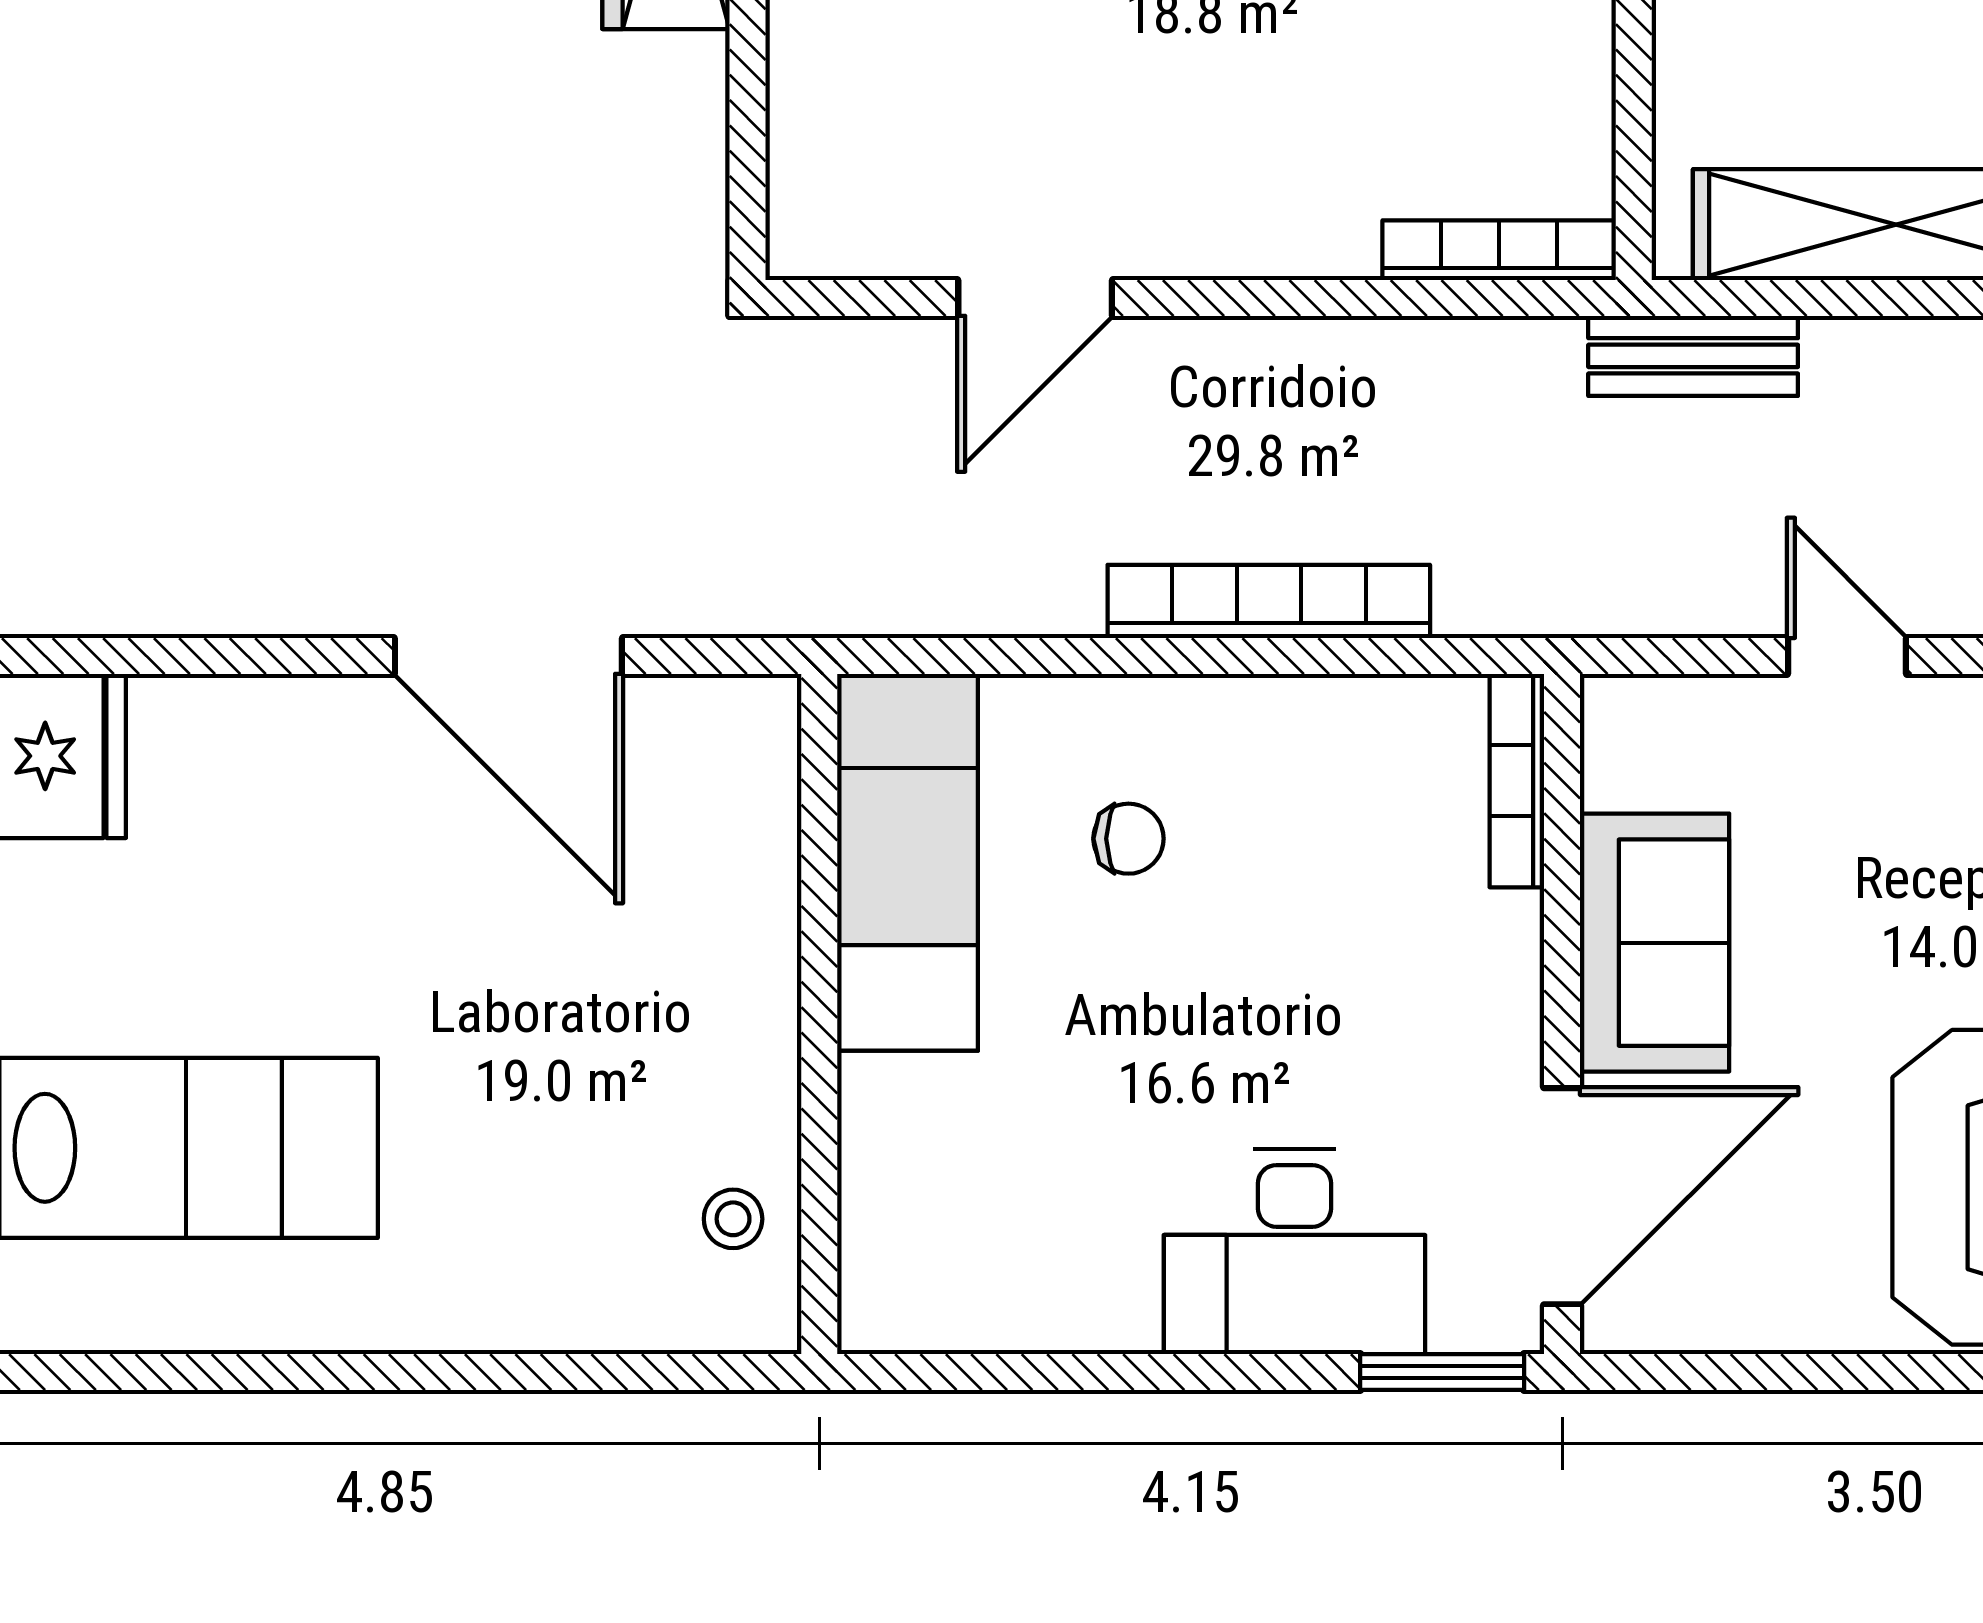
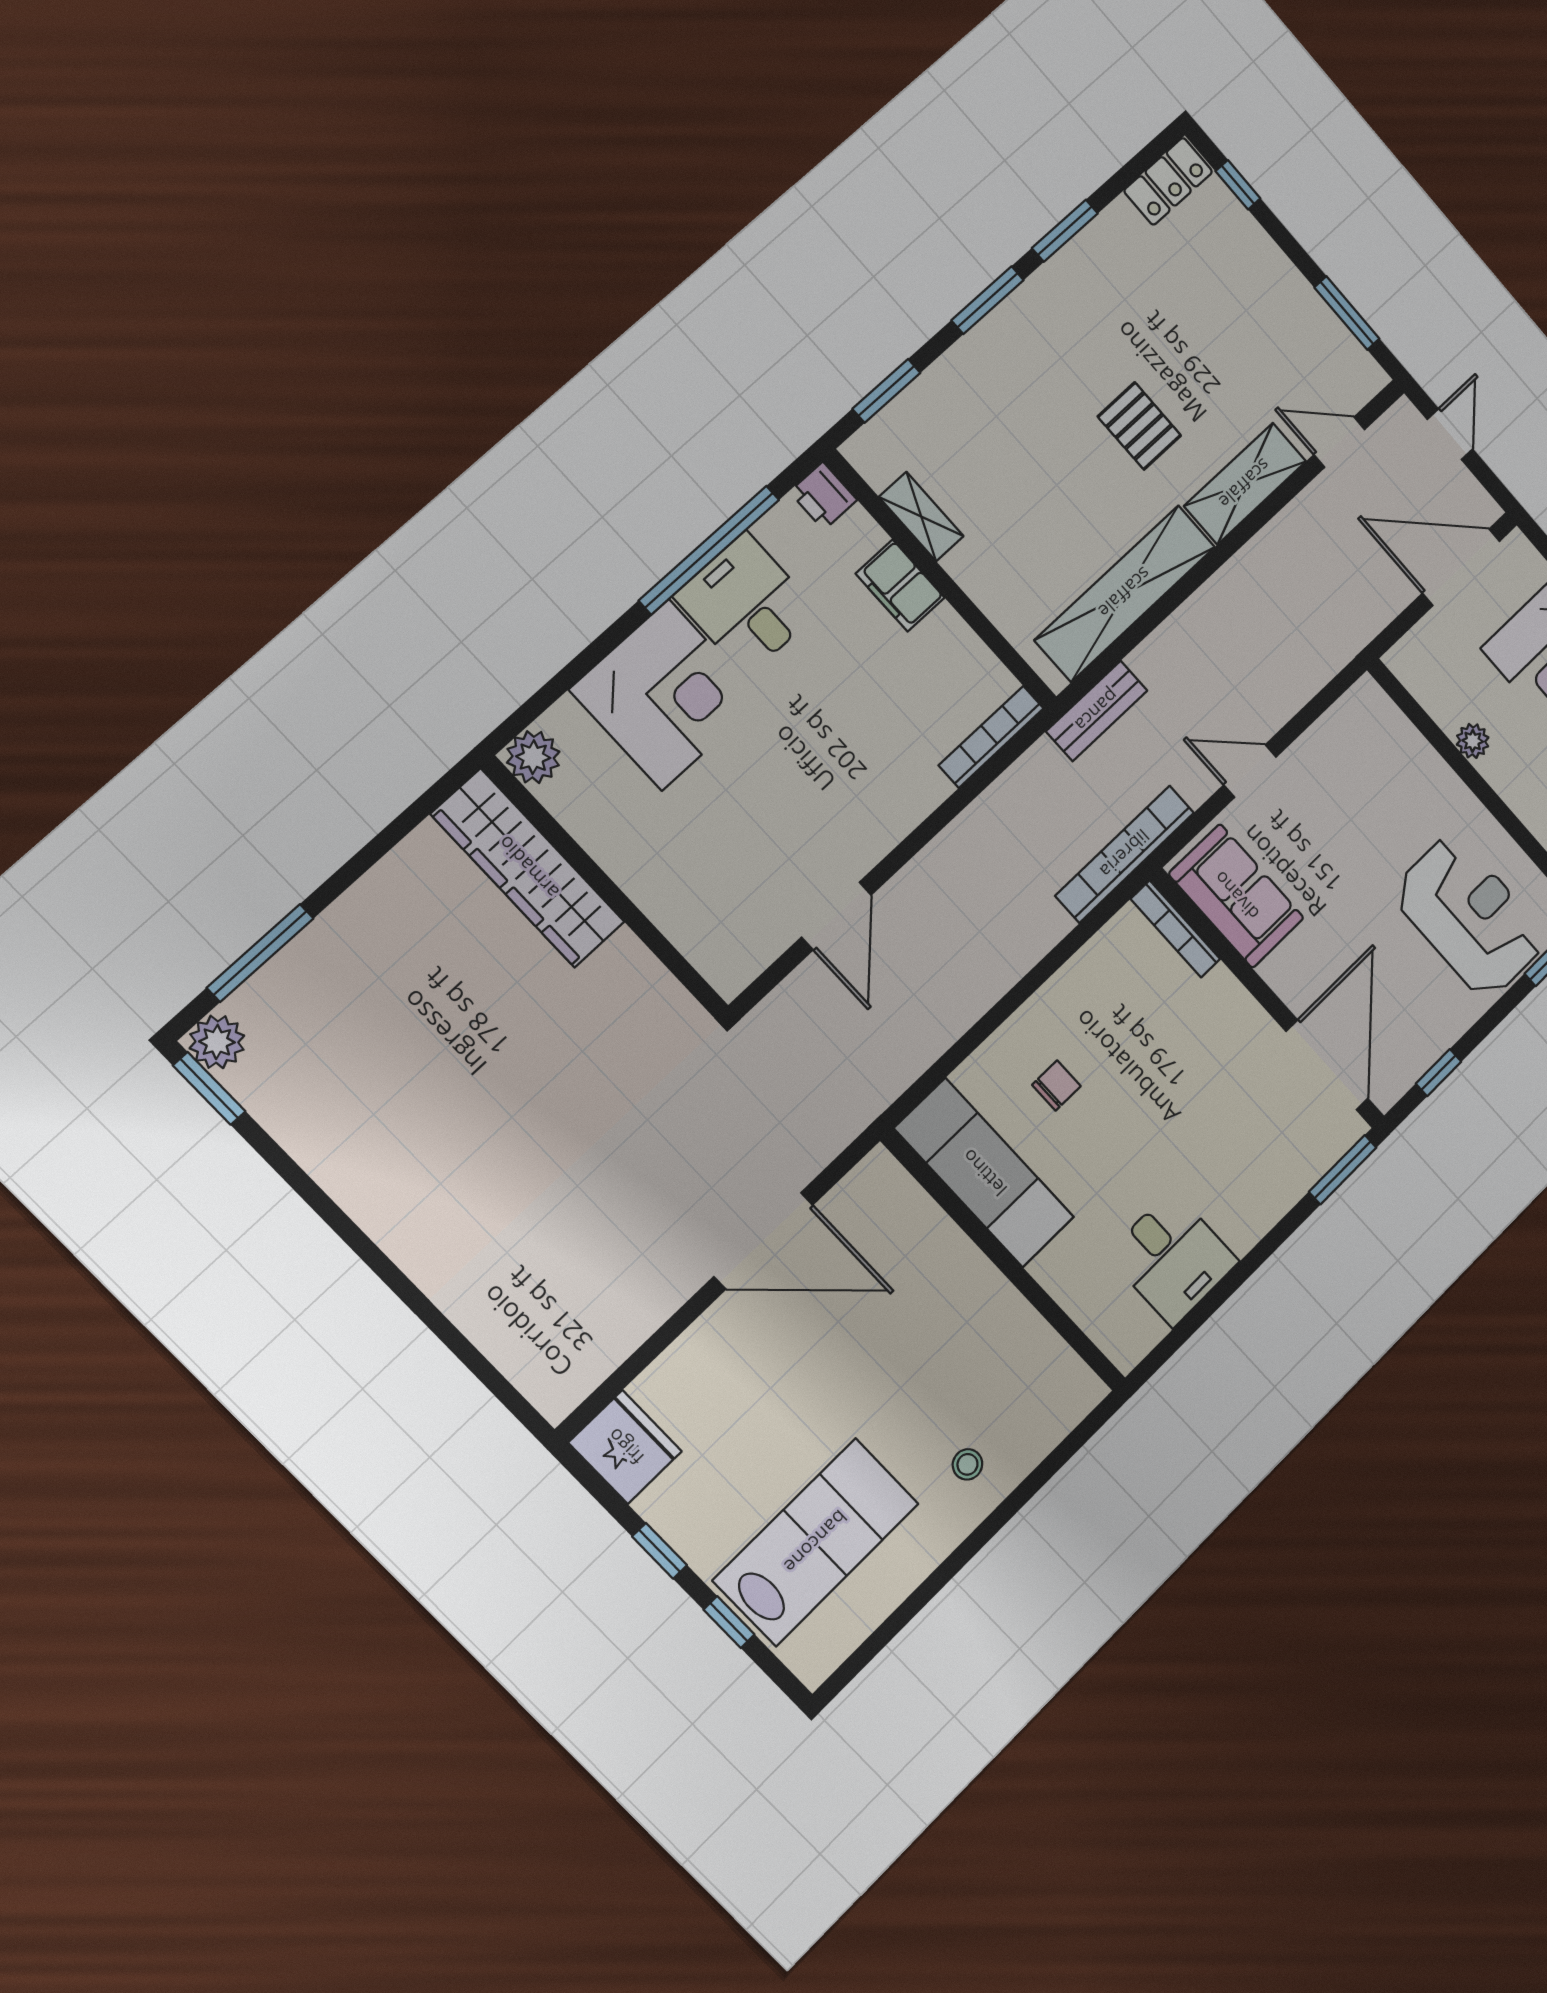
bookcase: (1269, 601) -> (1125, 854), moved
sofa: (1655, 943) -> (1236, 896), moved
stool: (733, 1219) -> (967, 1464), moved
desk: (1294, 1251) -> (1173, 1258), moved, width x0.73
window: (1725, 1372) -> (1439, 1073), added

